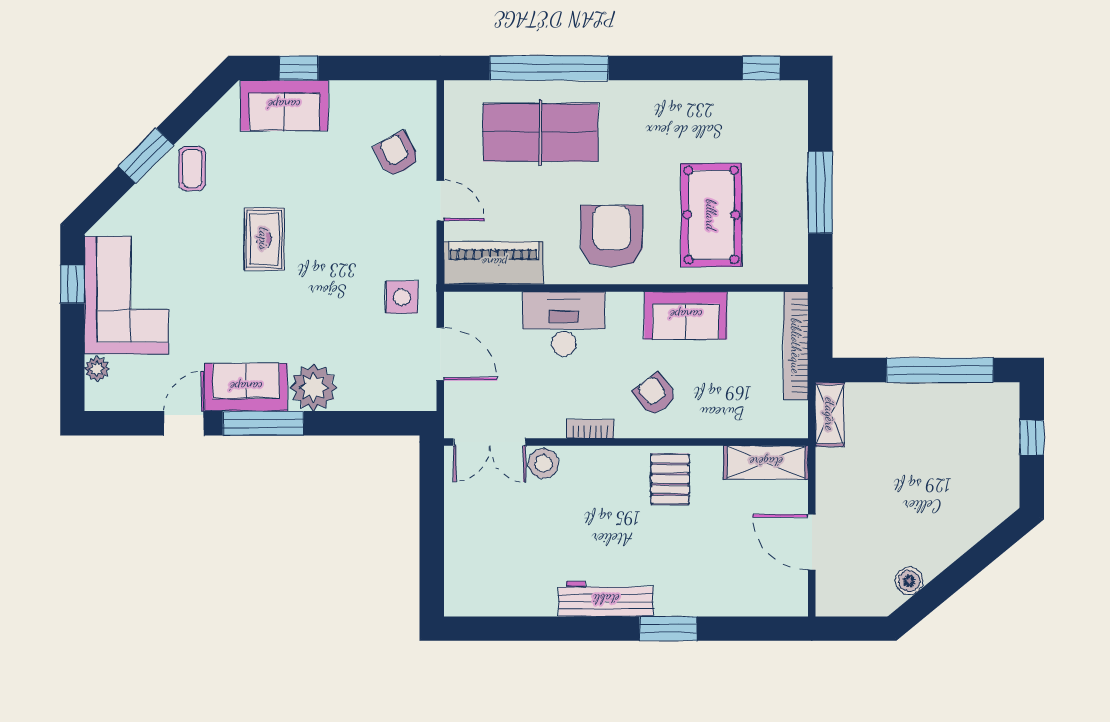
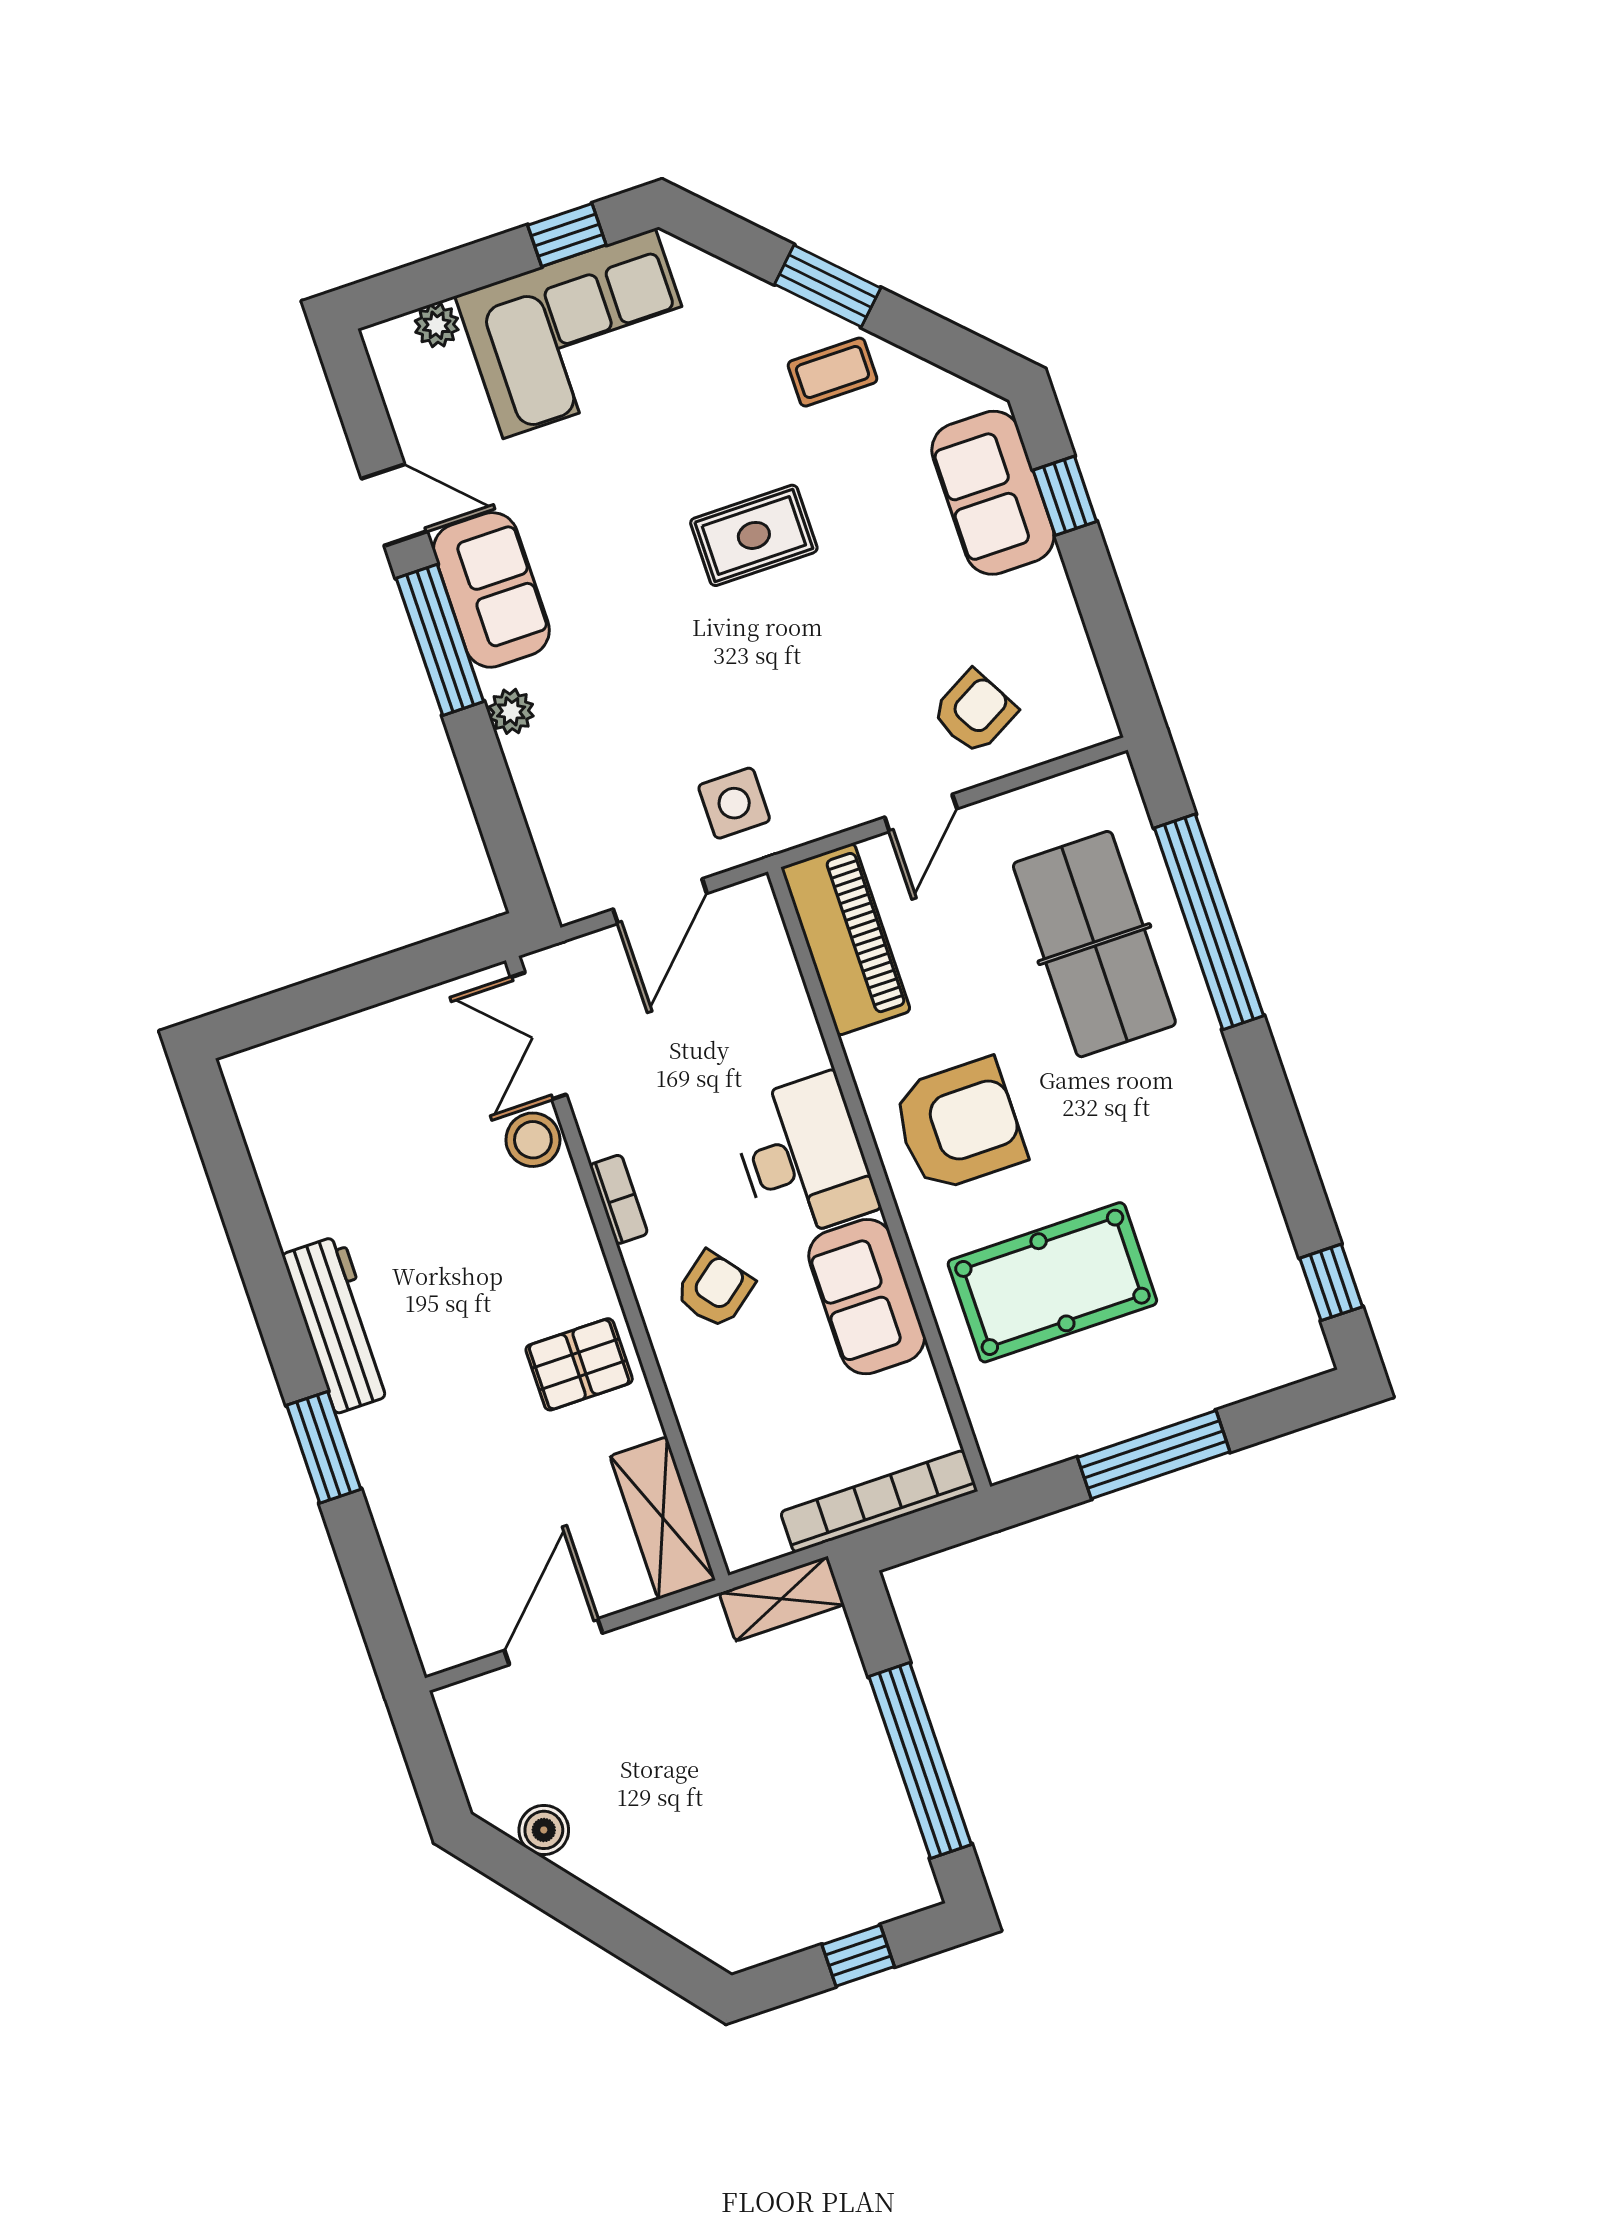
desk: (564, 324) -> (803, 1157), moved
plant: (314, 387) -> (511, 711), width x0.53, depth x0.53

